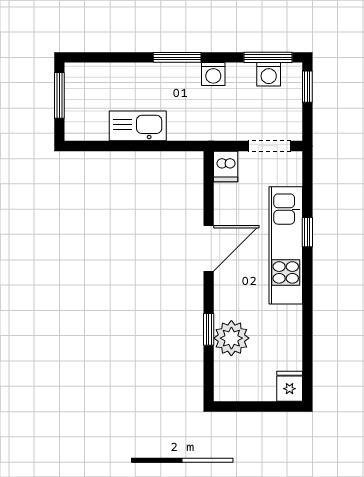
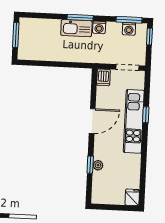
kitchen sink: (138, 126) -> (76, 28), moved, turned 180
plant: (231, 338) -> (98, 165), width x0.53, depth x0.53

